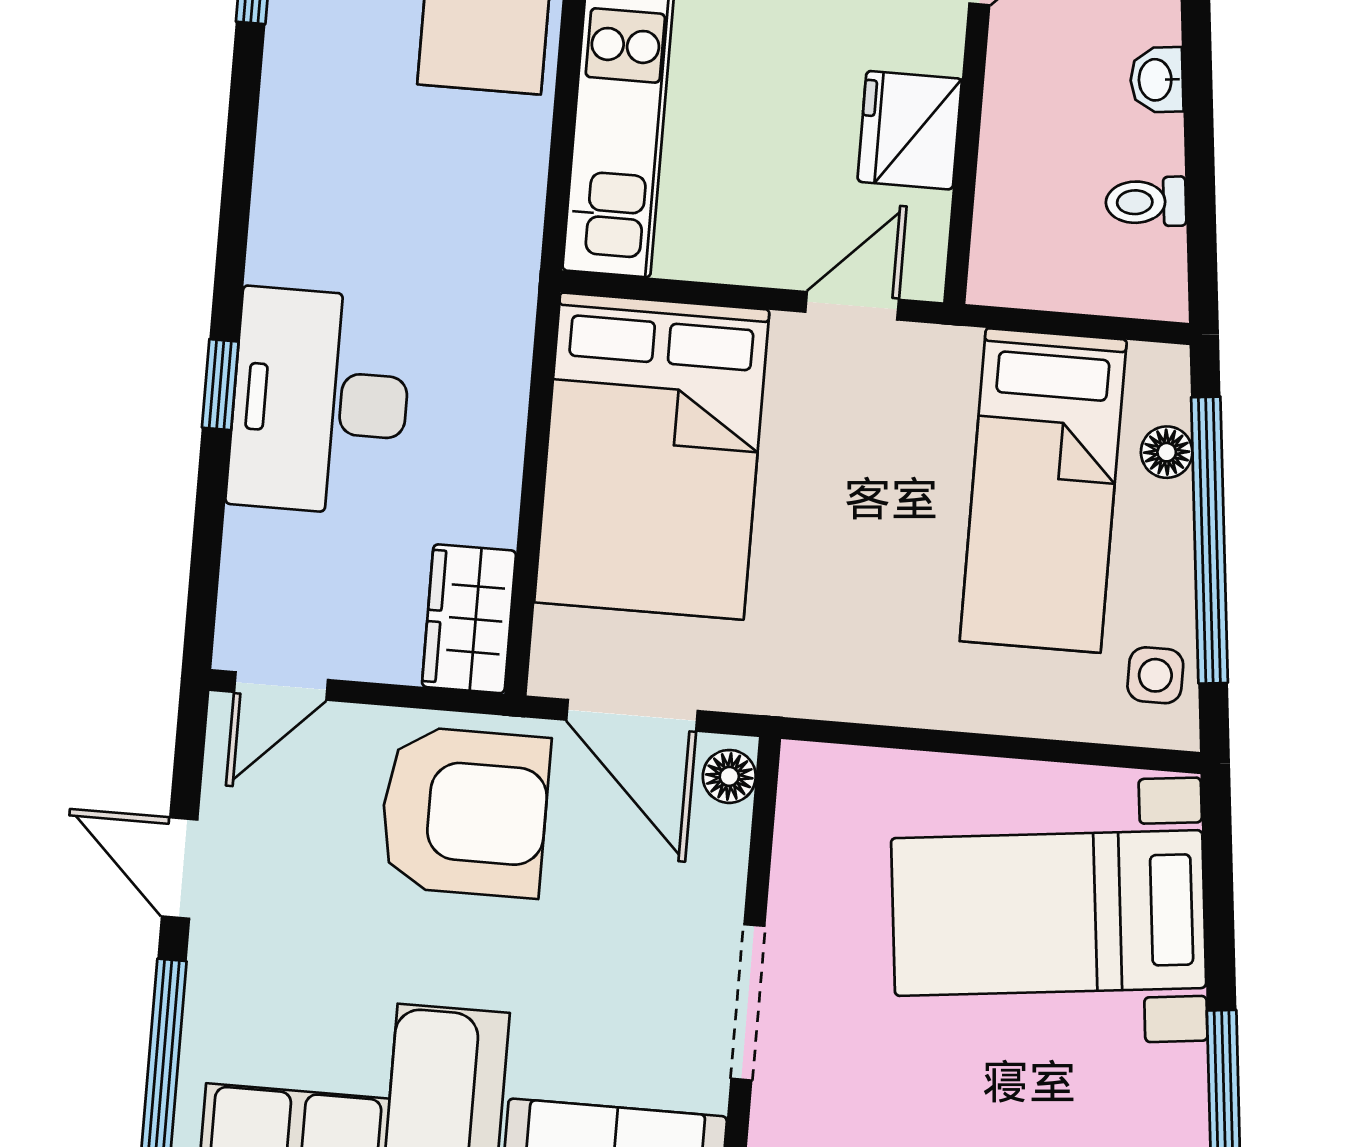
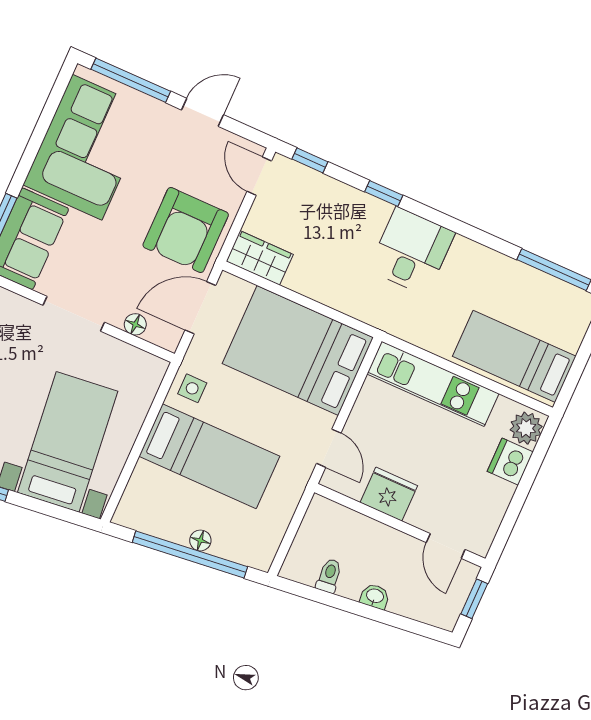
desk: (320, 402) -> (412, 251), moved, width x0.73
floor lamp: (1167, 452) -> (200, 540), moved
bed: (1043, 490) -> (209, 456), moved, turned 180
window: (204, 582) -> (310, 160), added
side table: (1155, 675) -> (192, 388), moved
floor lamp: (729, 776) -> (135, 324), moved

